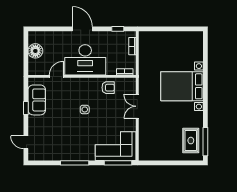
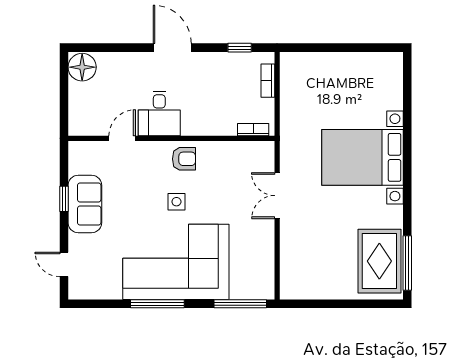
floor lamp: (35, 51) -> (82, 67), moved
desk: (85, 60) -> (159, 113), width x0.53, depth x0.77
armchair: (108, 88) -> (184, 159), moved
sofa: (37, 100) -> (85, 204), moved
rug: (191, 141) -> (379, 261), width x1.36, depth x1.43
corner sofa: (116, 146) -> (176, 262), moved, width x1.36, depth x1.36

